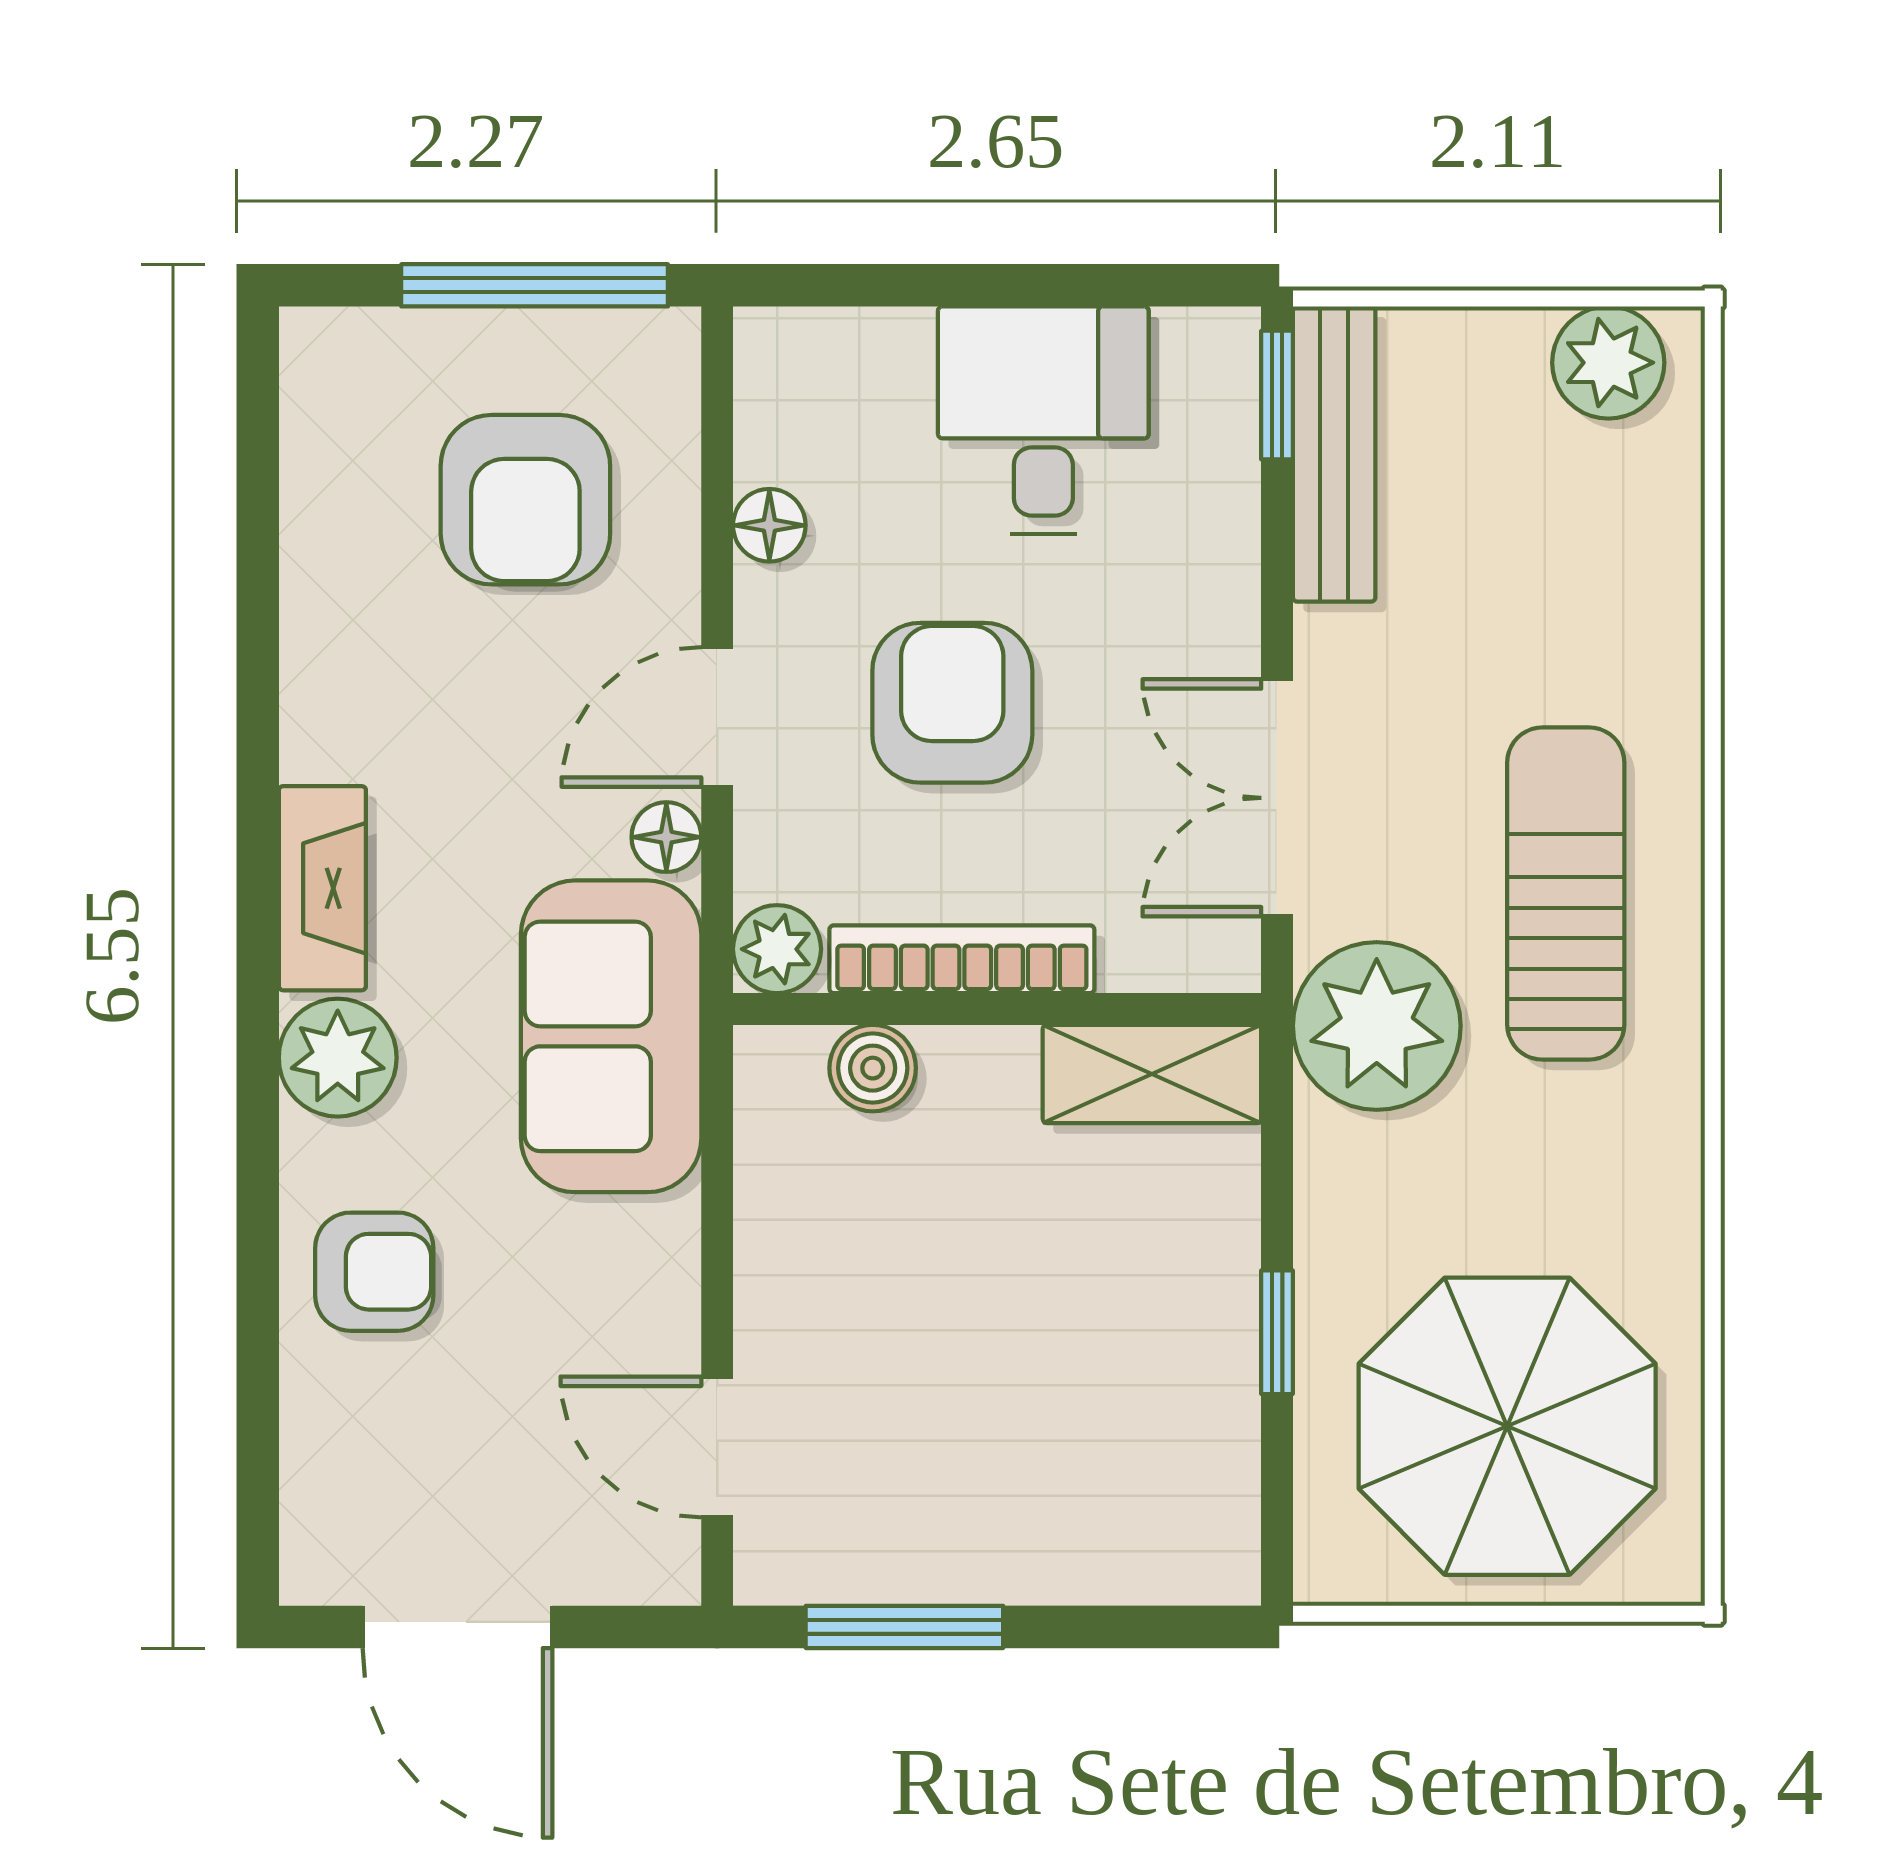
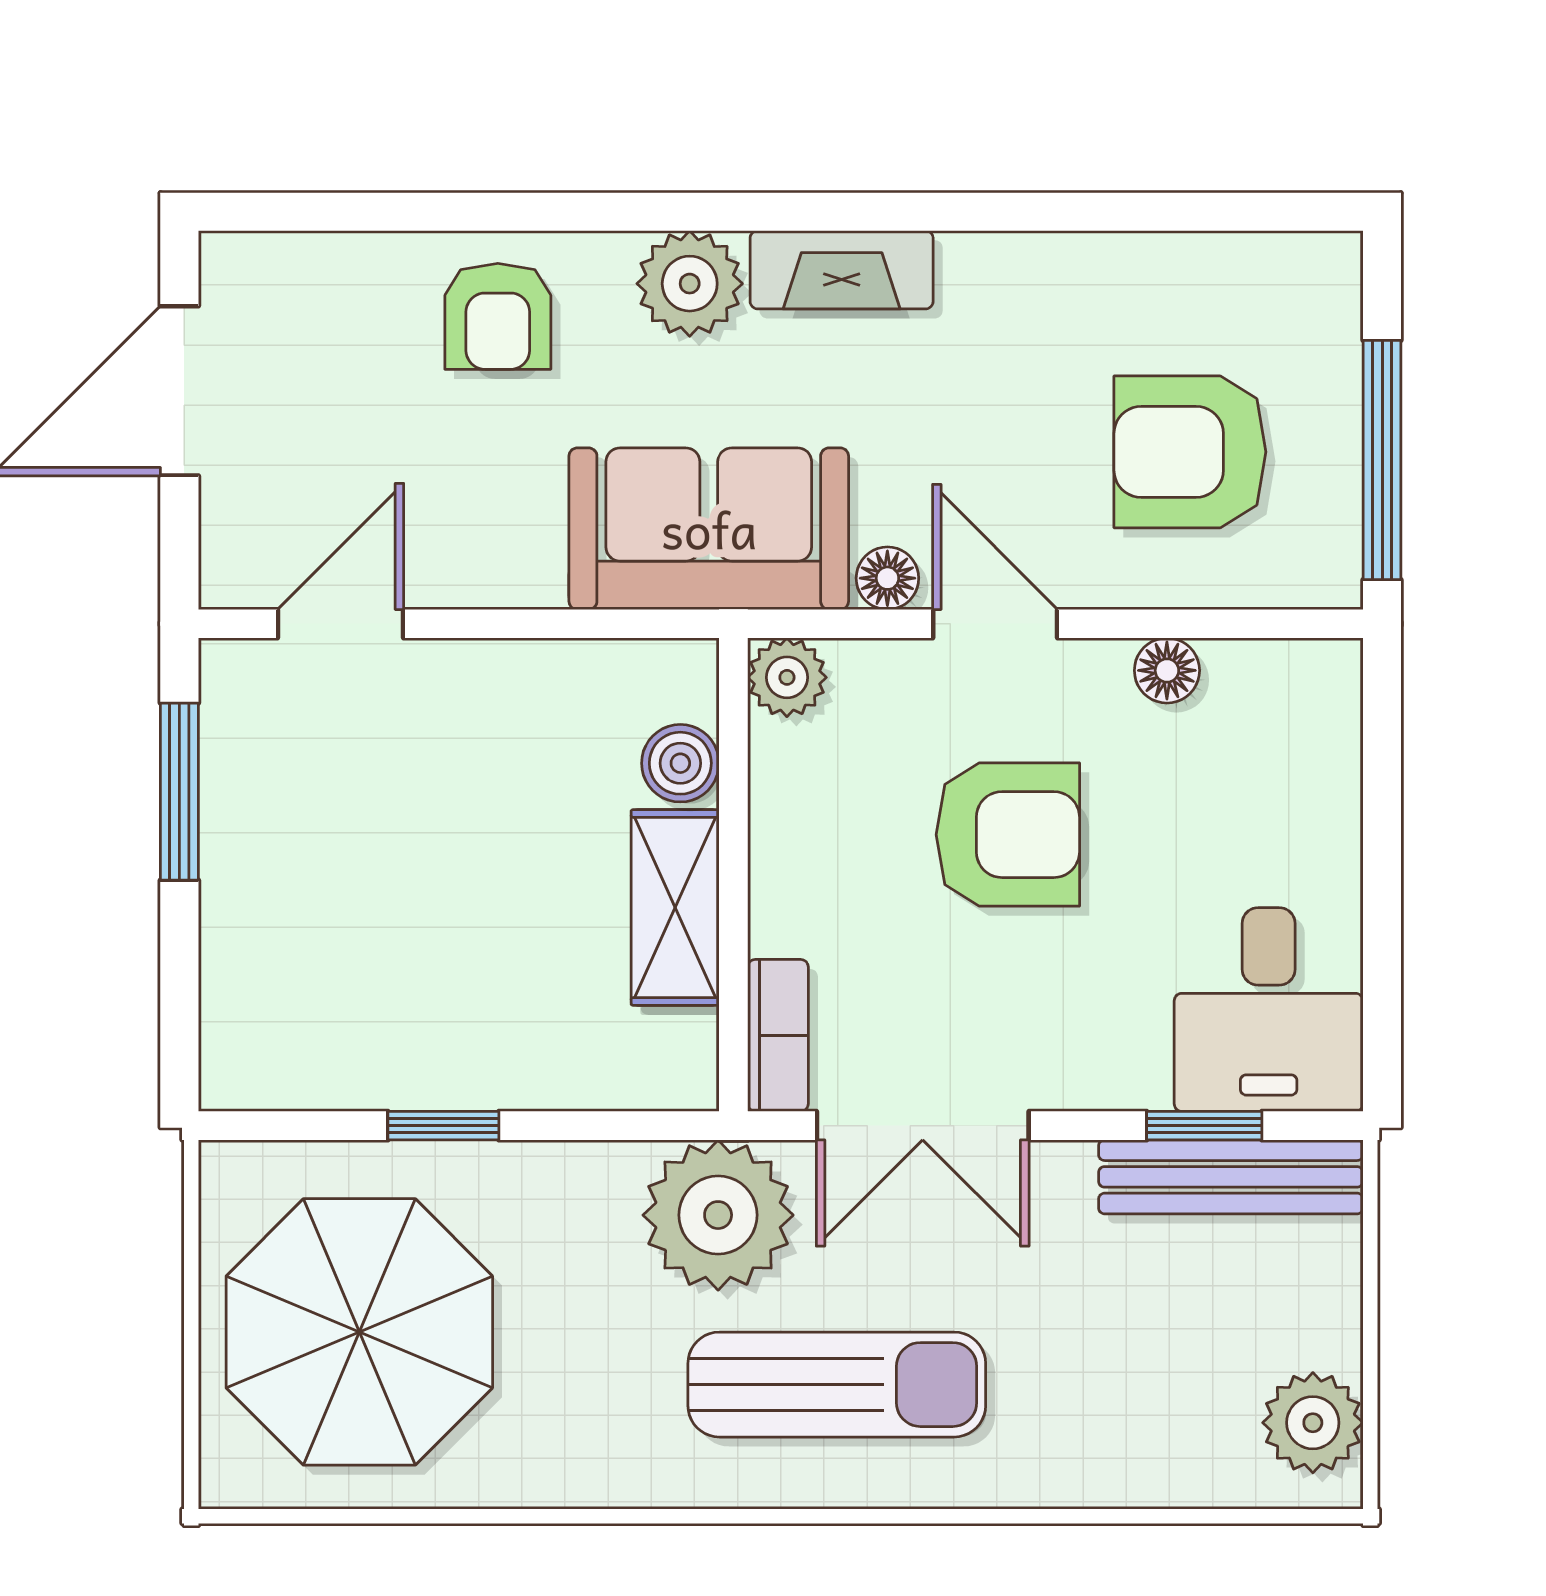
window: (1277, 395) -> (1204, 1126), moved
desk: (1043, 420) -> (1269, 1010), moved, turned 90
double door: (1277, 798) -> (923, 1126), swing flipped
bookcase: (962, 959) -> (778, 1035), moved, width x0.64
shelving: (1152, 1074) -> (675, 907), moved

